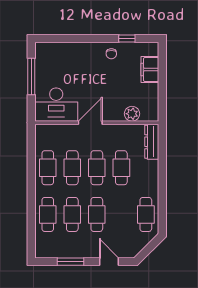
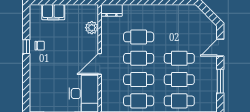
window: (127, 38) -> (26, 47), moved
door: (90, 123) -> (100, 64), hinge flipped
dresser: (152, 142) -> (111, 10), width x0.70
cafe table: (146, 214) -> (179, 16), removed

